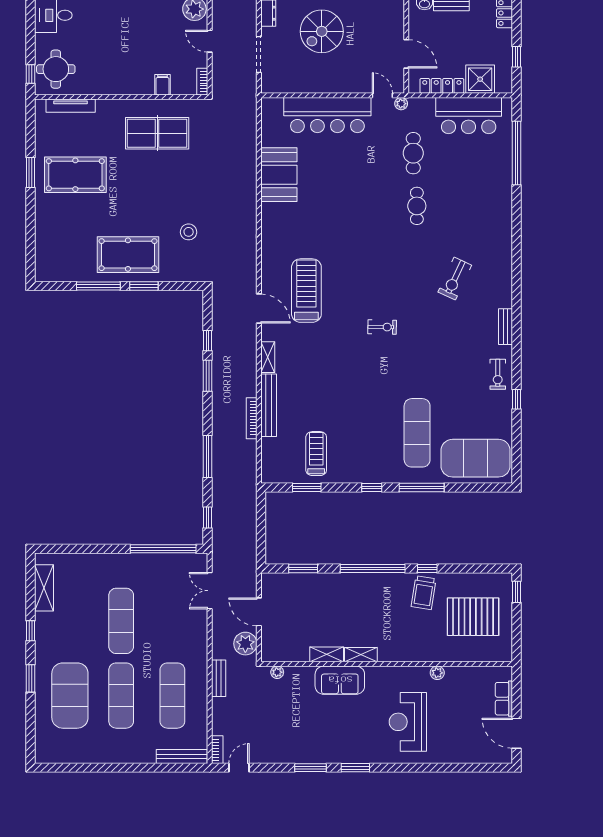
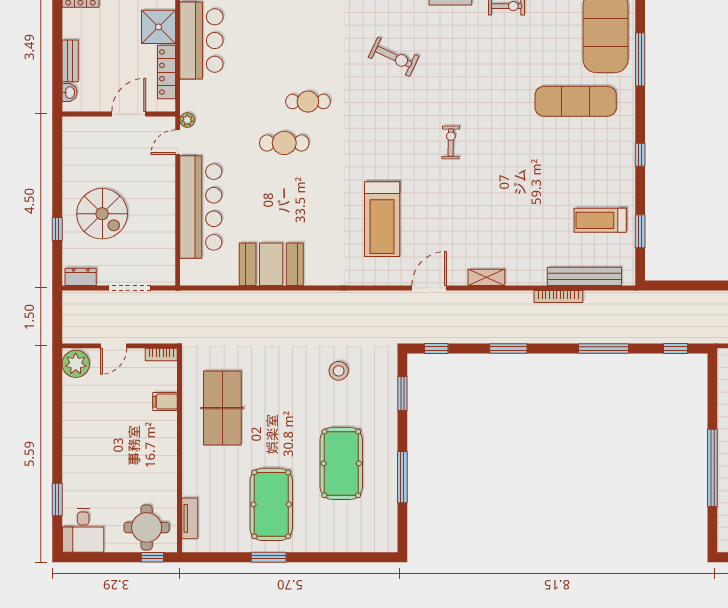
tv unit: (71, 106) -> (190, 518), width x0.71
cafe table: (413, 153) -> (284, 143), moved
pool table: (128, 255) -> (341, 463), moved
window: (144, 286) -> (402, 394), moved
treadmill: (306, 291) -> (382, 219), moved, turned -90
window: (208, 341) -> (436, 348), moved
bench: (269, 405) -> (584, 276), moved
window: (422, 487) -> (640, 59), moved
window: (163, 549) -> (712, 468), moved

